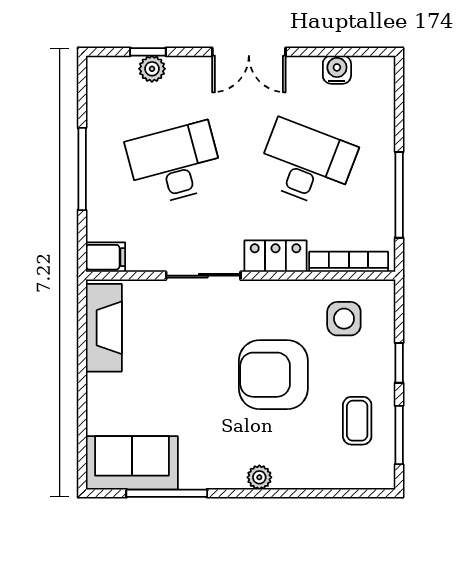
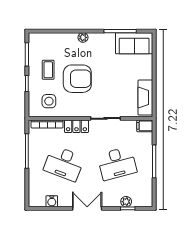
coffee table: (357, 421) -> (48, 70), moved

